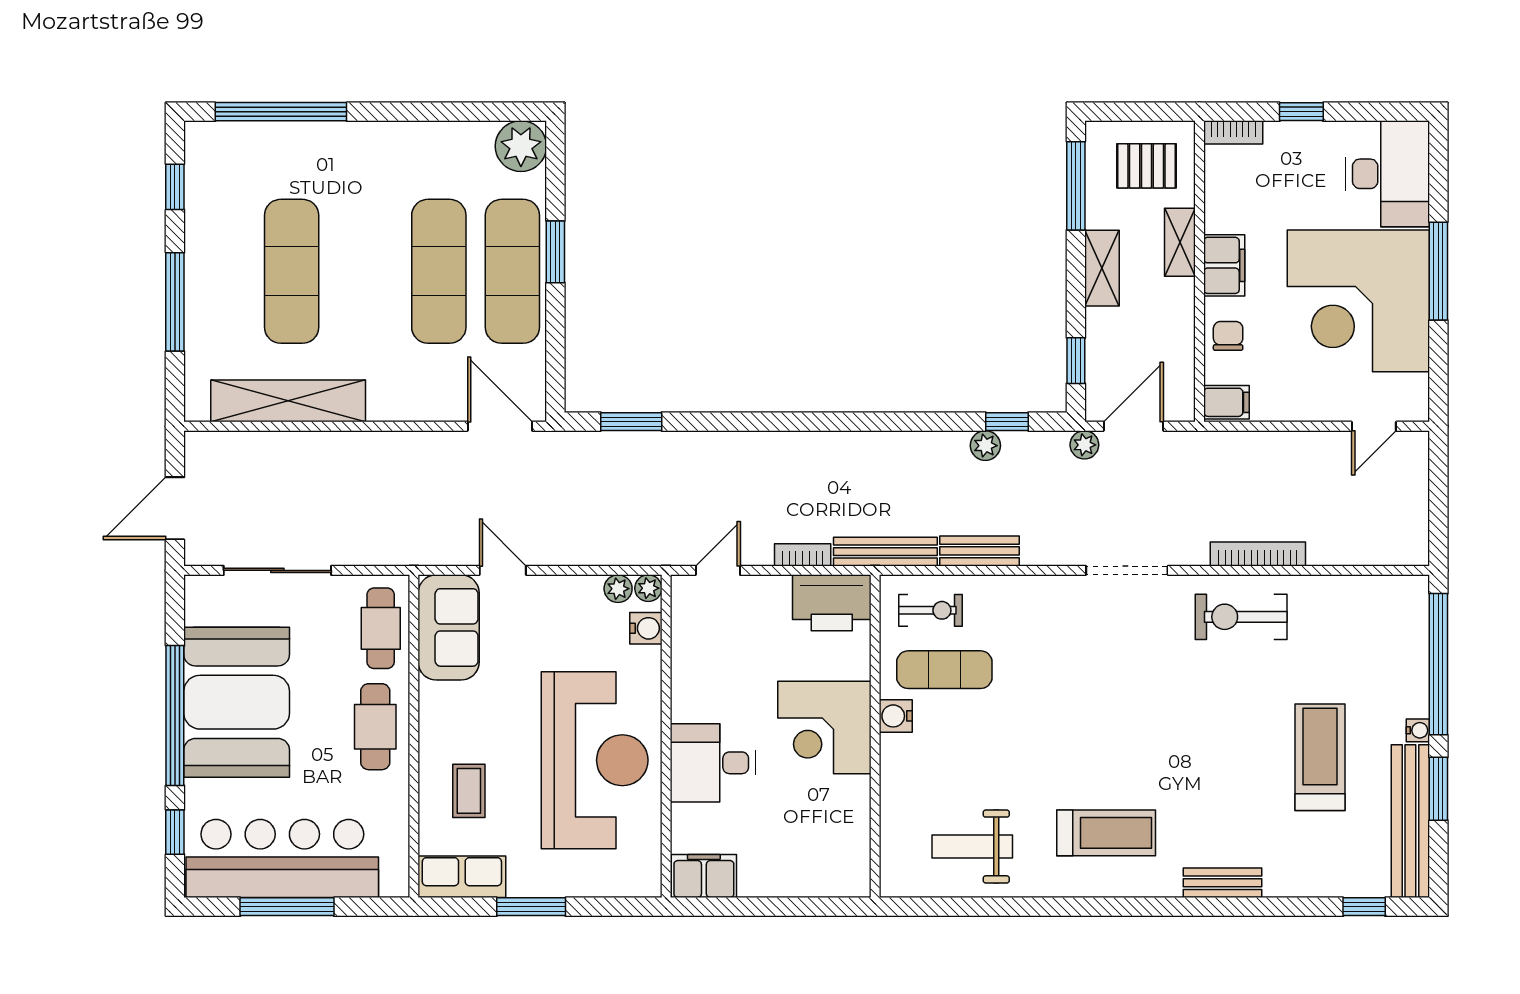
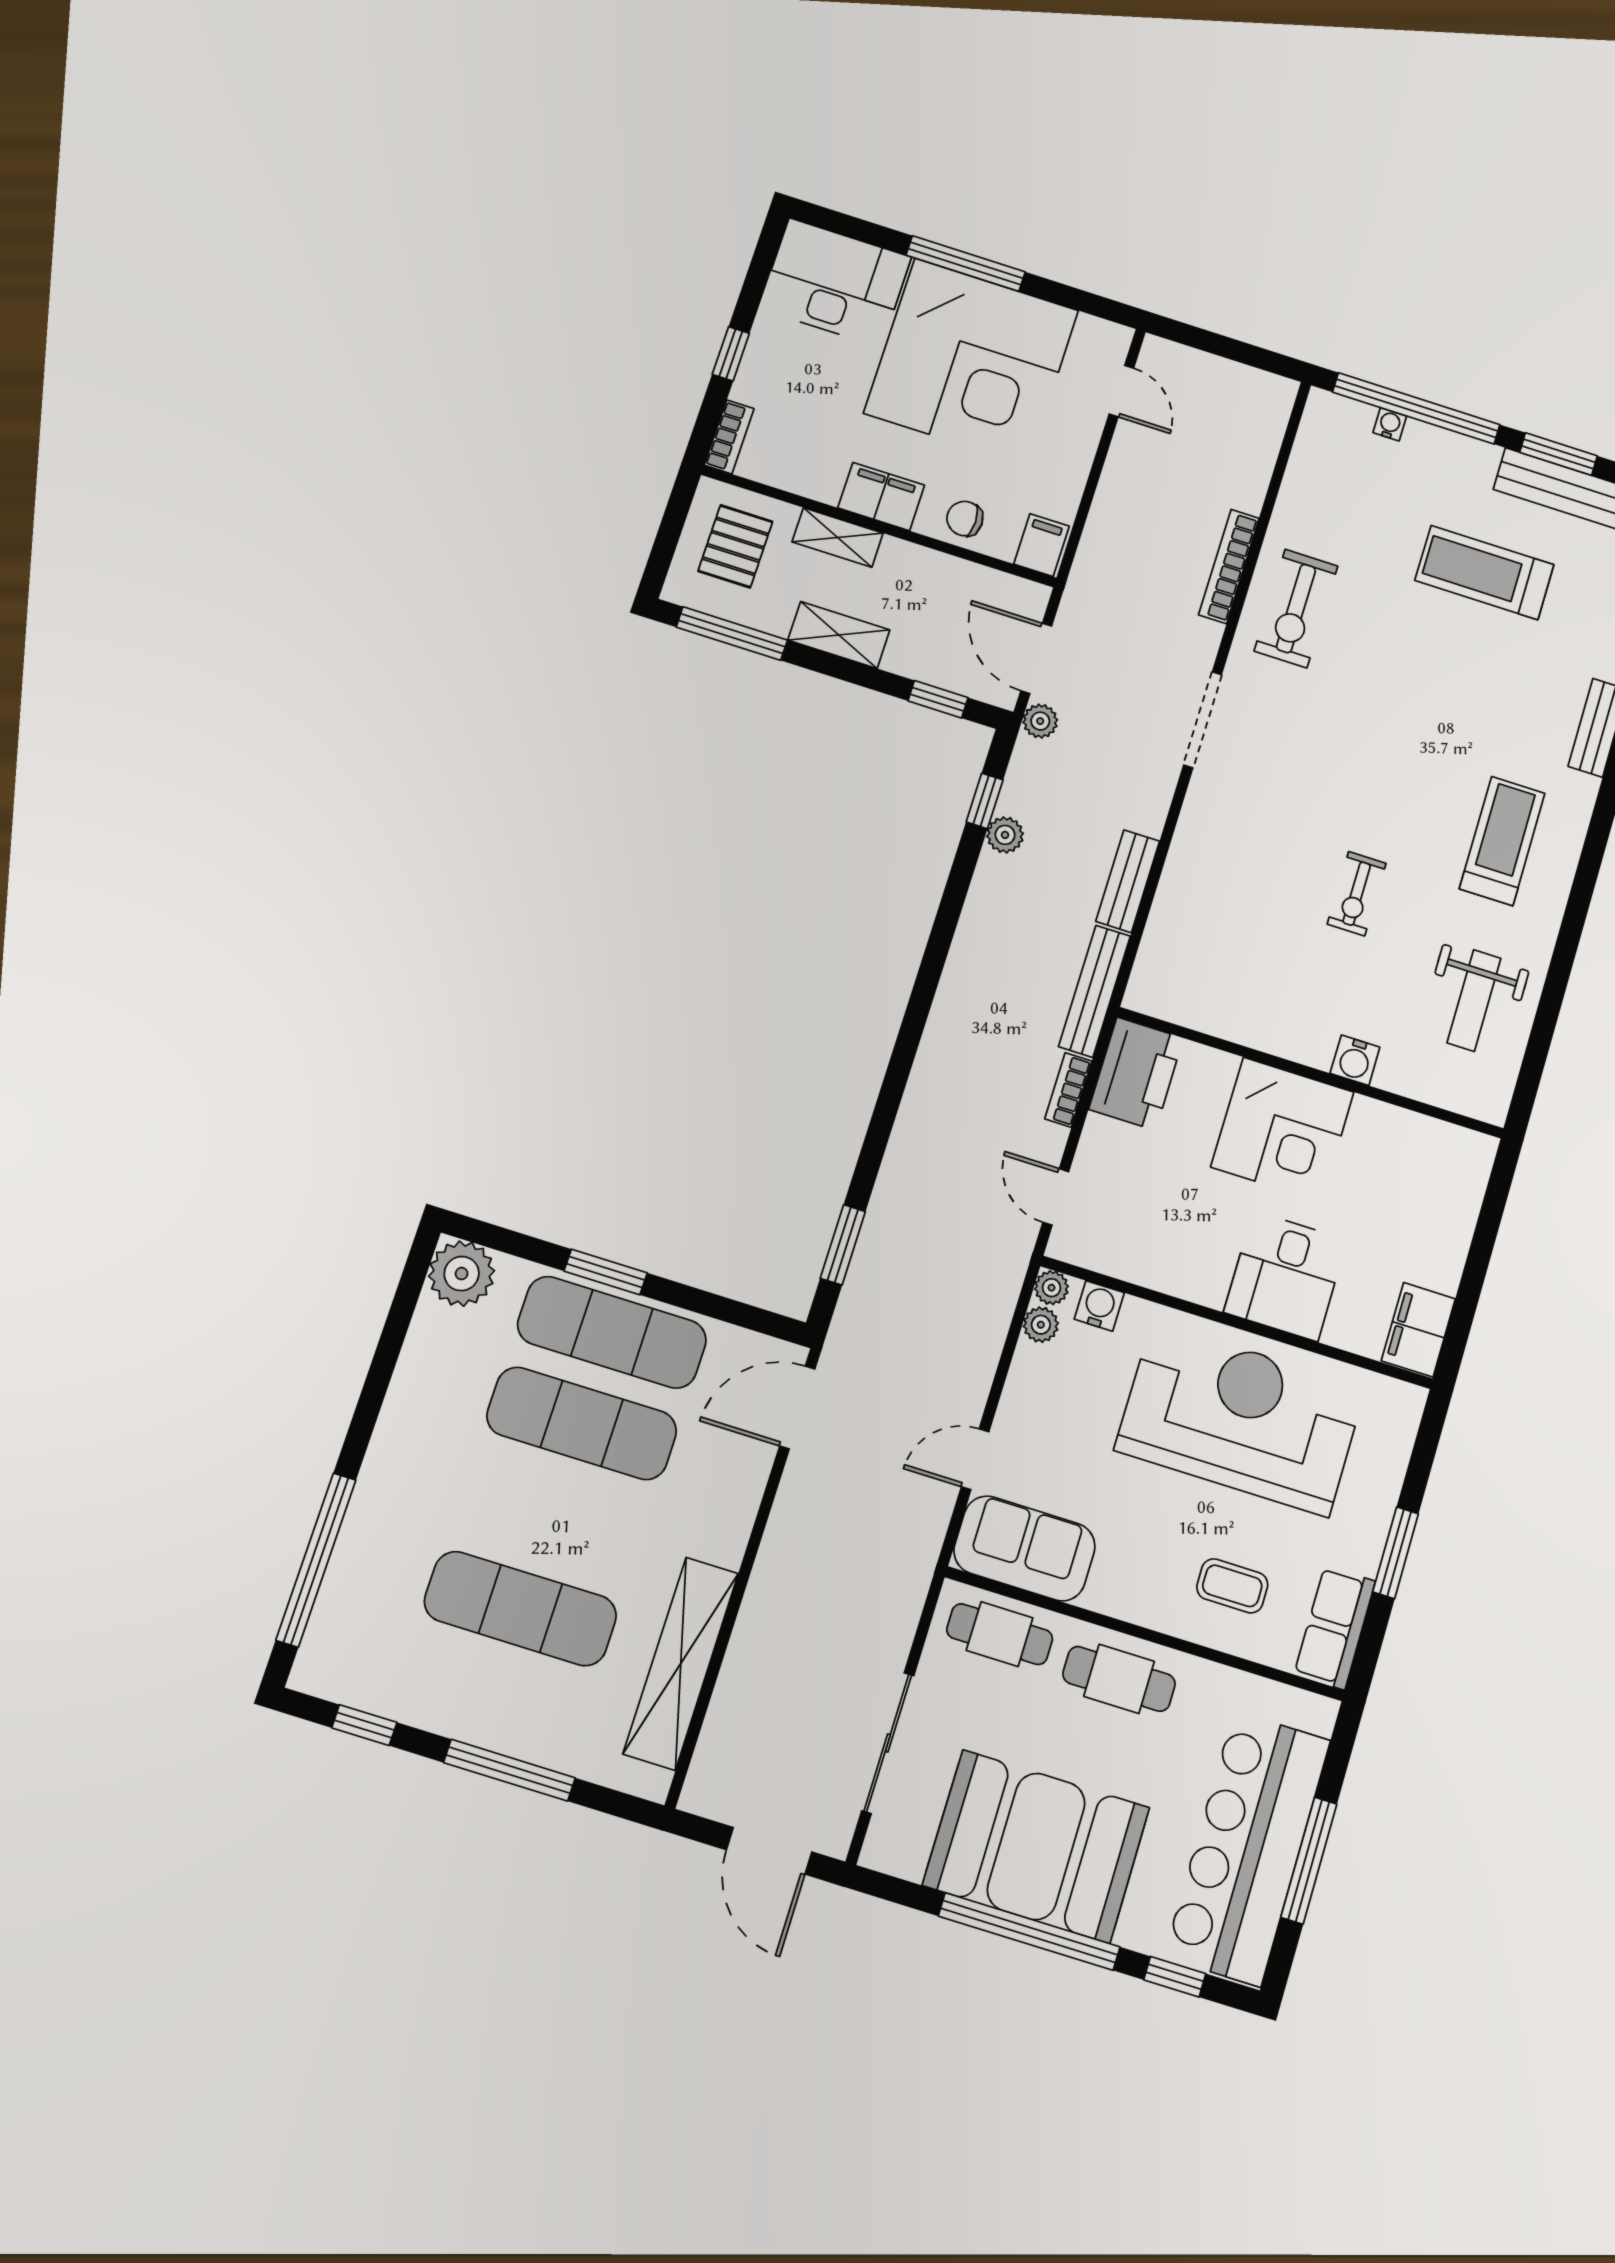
exercise bike: (931, 610) -> (1357, 894), moved, turned 180
exercise mat: (944, 670) -> (1256, 967), removed
water cooler: (896, 716) -> (1355, 1060), moved
water cooler: (1418, 730) -> (1390, 424), moved

